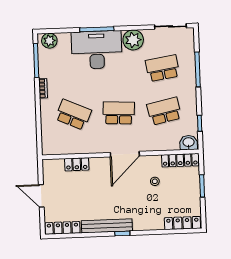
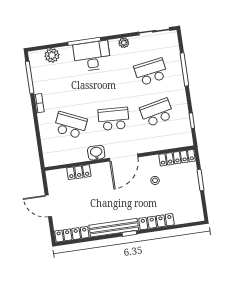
plant: (133, 40) -> (124, 43), width x0.53, depth x0.53
plant: (49, 41) -> (52, 55), moved
desk: (97, 50) -> (92, 56), width x0.73, depth x0.77
washbasin: (189, 143) -> (96, 153), moved
locker: (182, 223) -> (156, 222), moved

